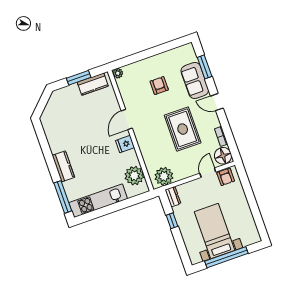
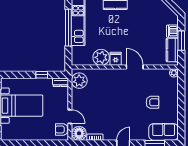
sofa: (195, 81) -> (164, 132), moved
dishwasher: (72, 91) -> (172, 31), added
rug: (183, 129) -> (112, 109), removed
plant: (134, 176) -> (101, 57), moved
window: (109, 209) -> (68, 28), added

